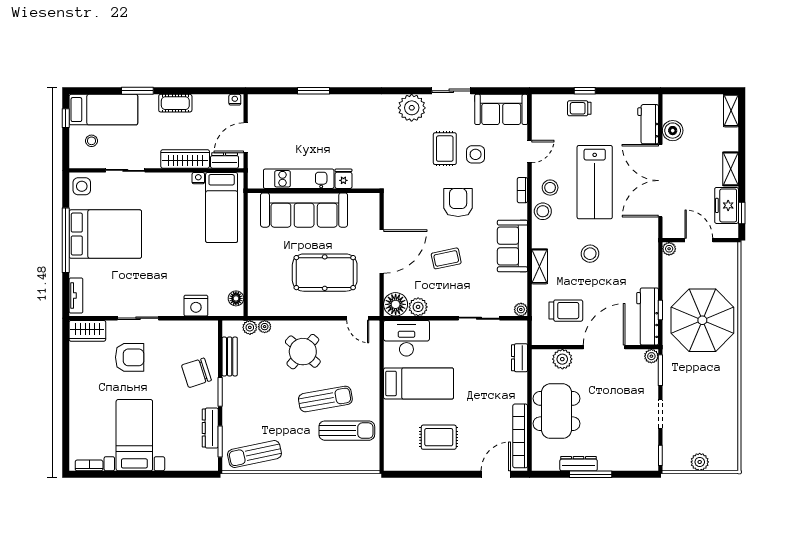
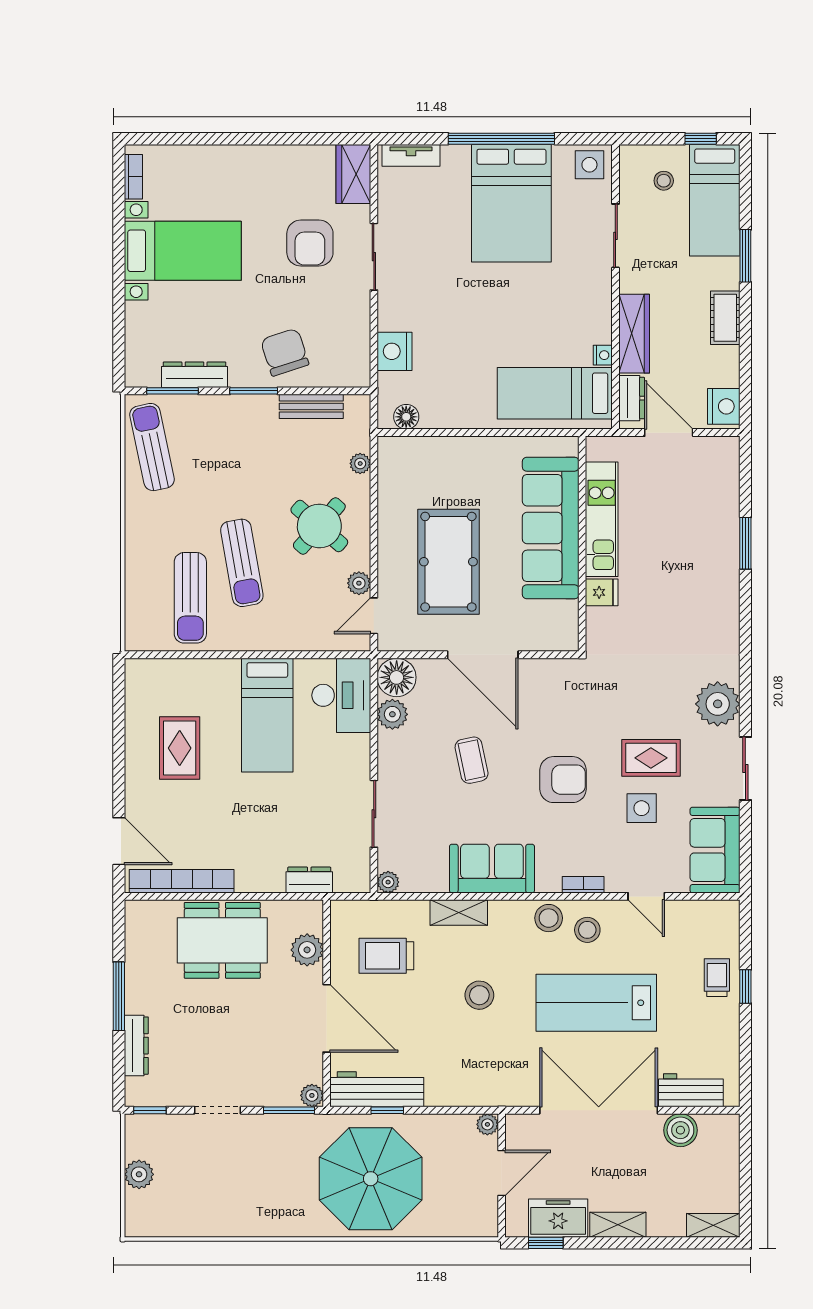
nightstand: (235, 100) -> (724, 406), width x1.89, depth x1.79
trolley: (566, 311) -> (386, 956), turned 90
plant: (250, 327) -> (359, 583), moved
dresser: (579, 464) -> (136, 1046), moved

